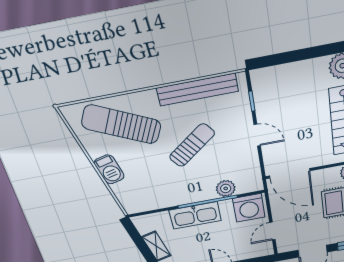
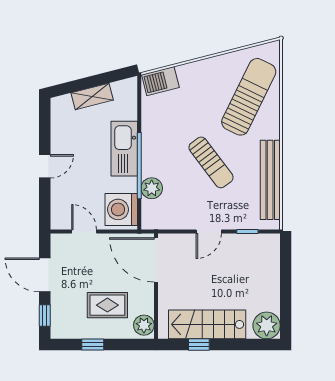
barbecue: (109, 169) -> (160, 81), moved
door: (290, 173) -> (156, 260), hinge flipped

